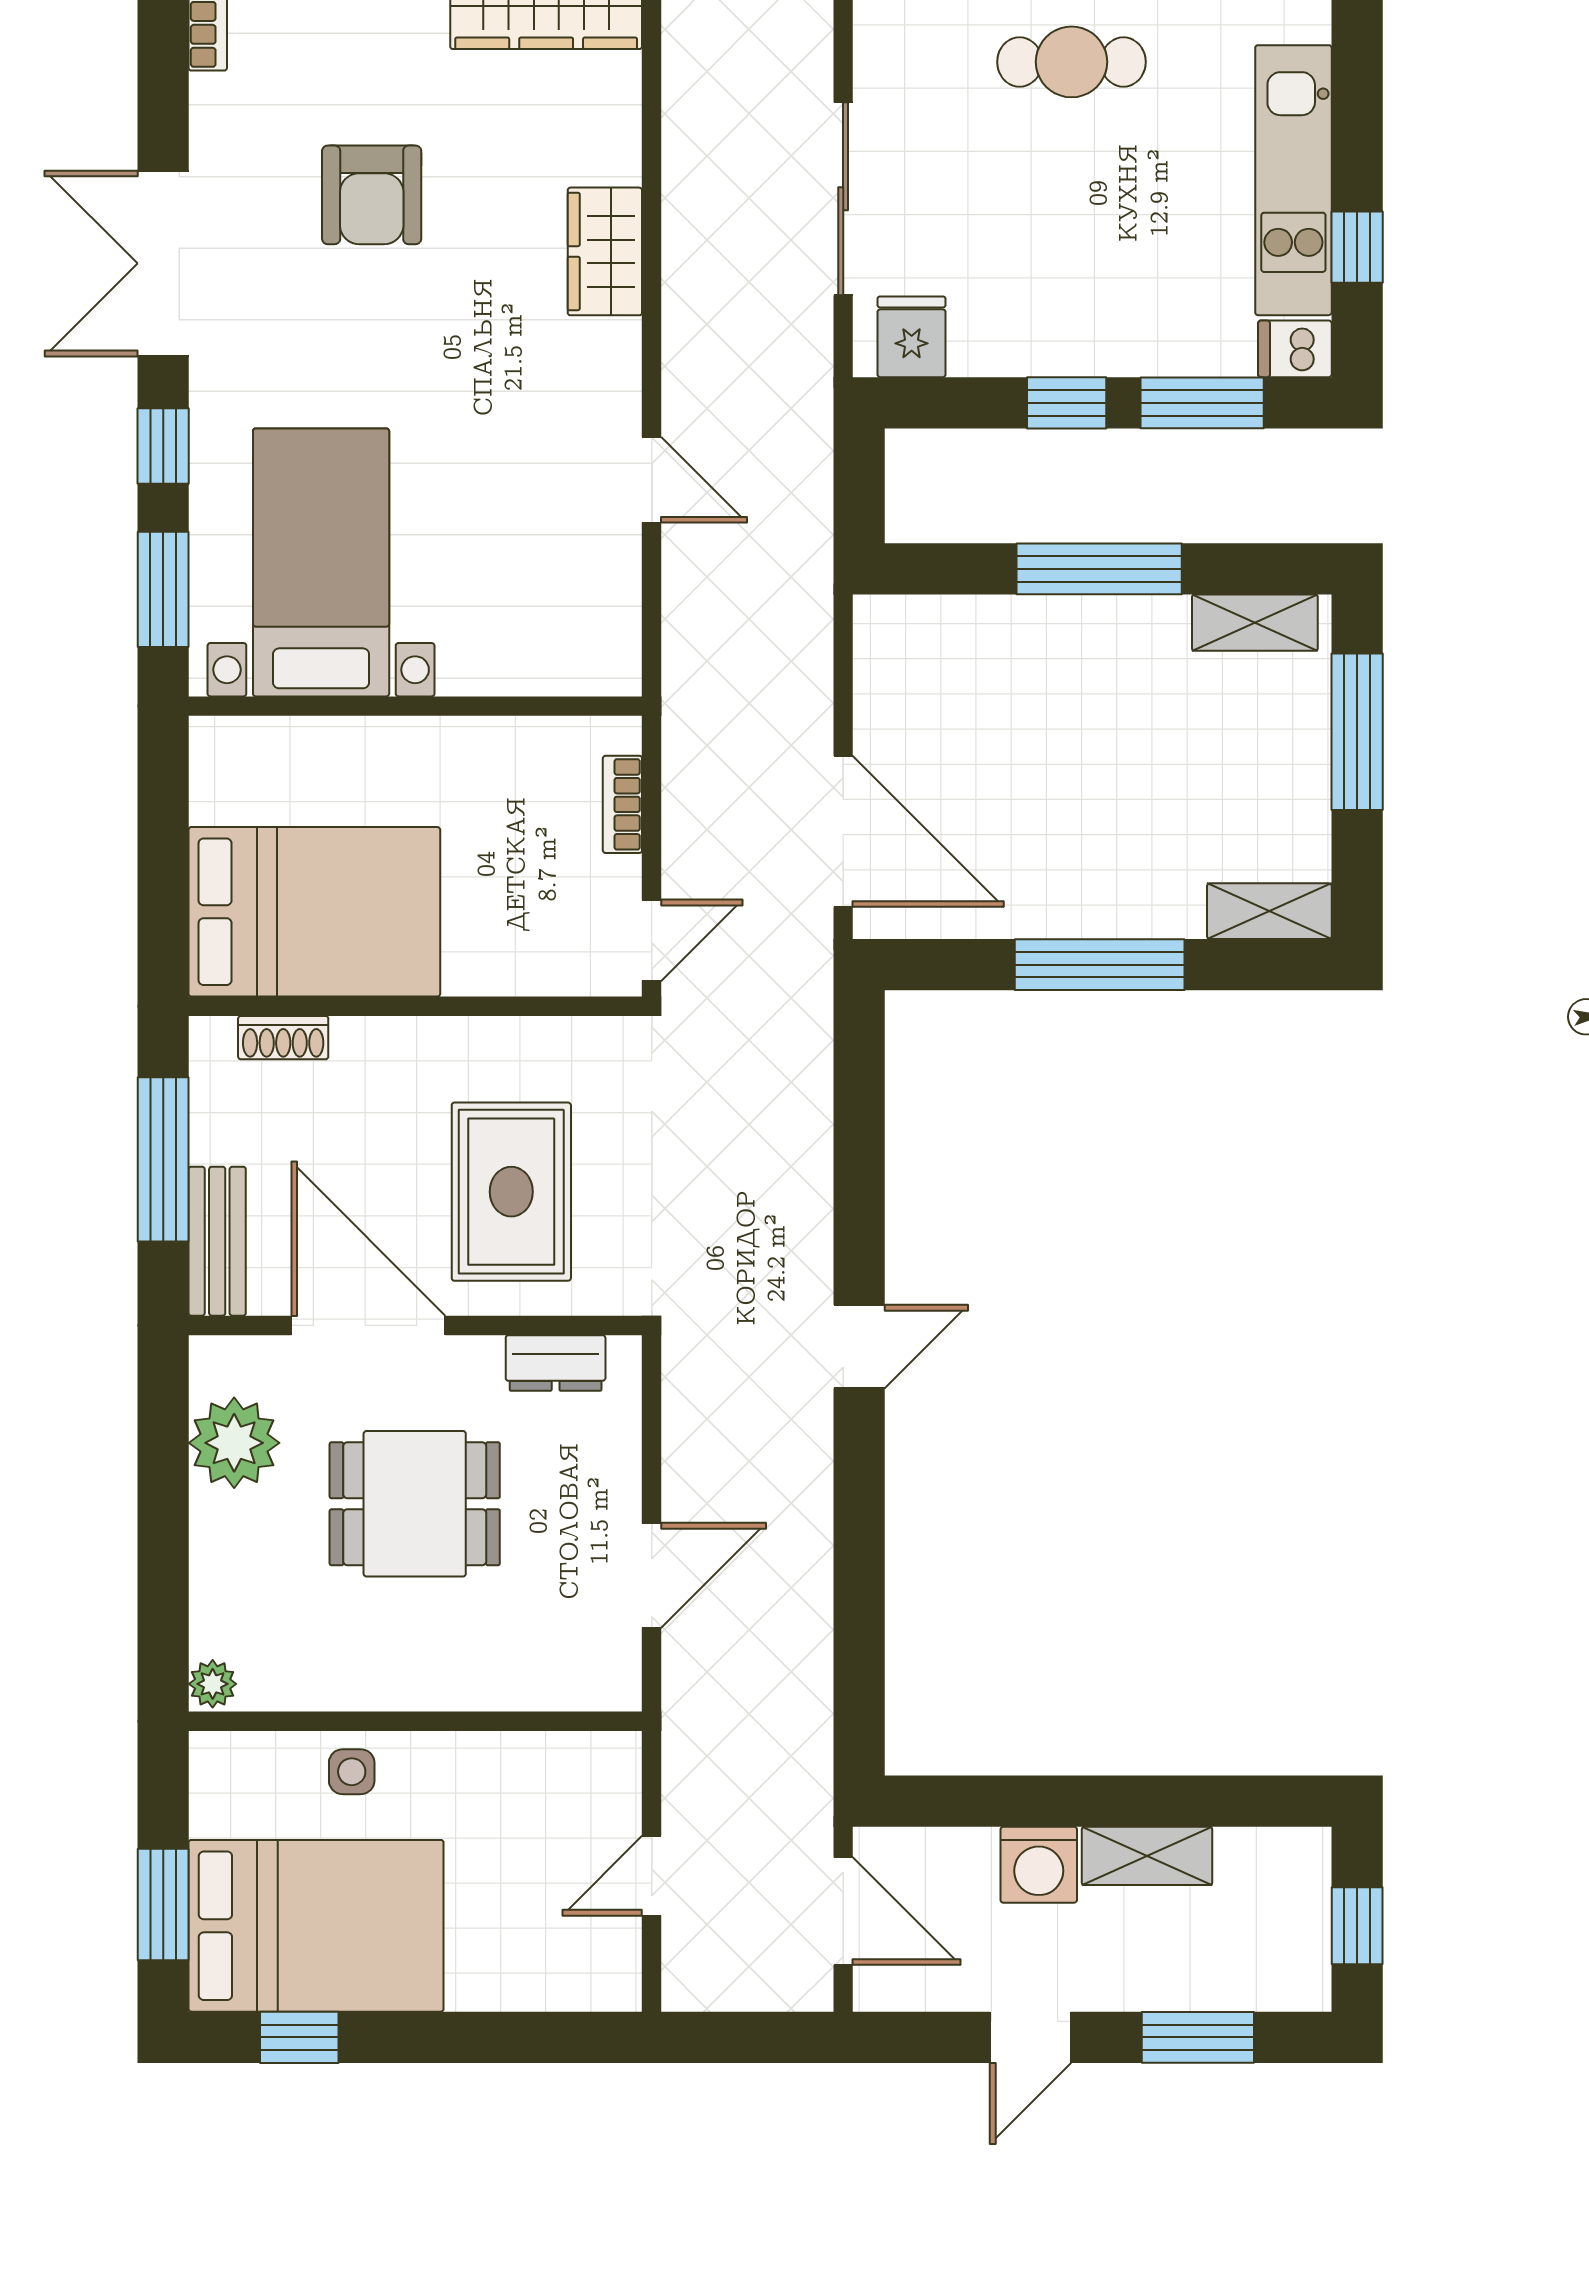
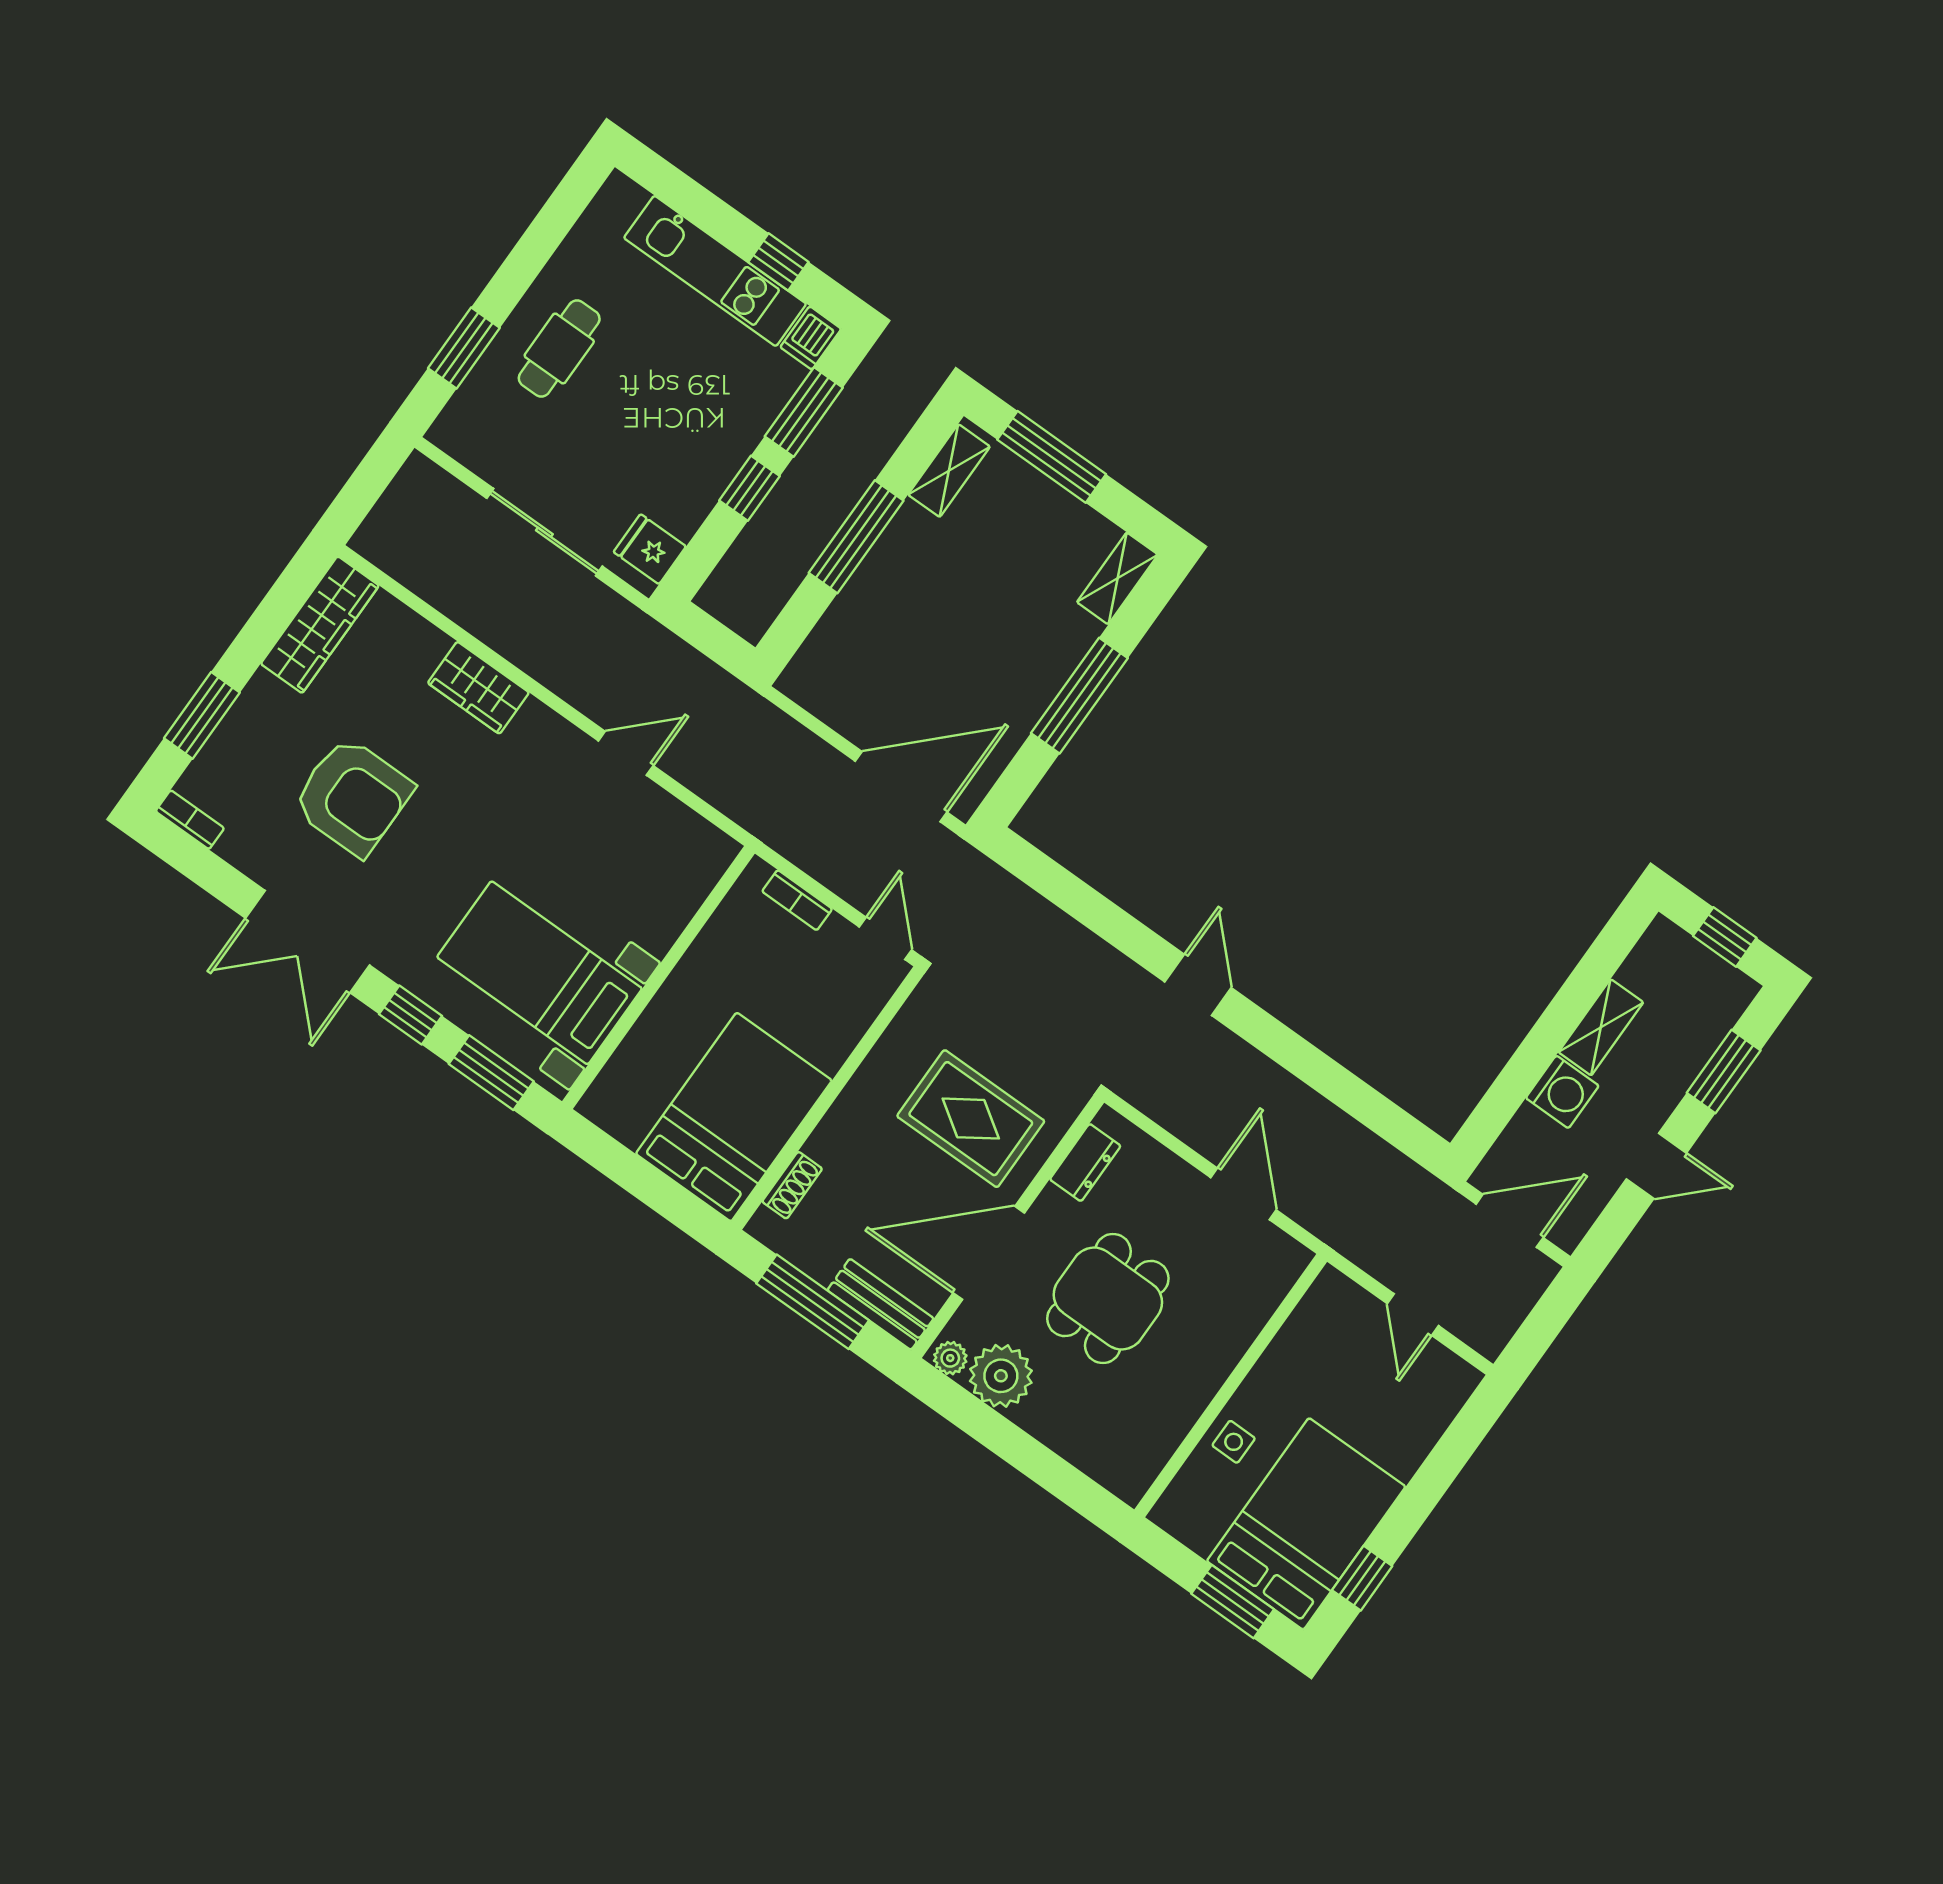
armchair: (372, 195) -> (353, 796), width x1.36, depth x1.36
plant: (213, 1684) -> (950, 1358), moved
door: (1031, 2037) -> (1656, 1166), hinge flipped

